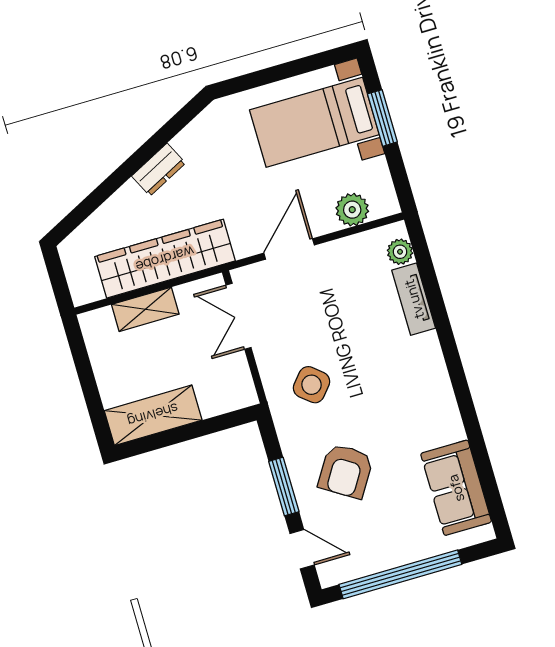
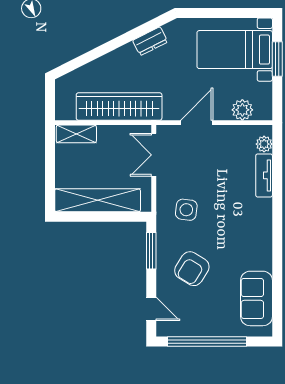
dresser: (159, 170) -> (150, 41), moved
shelving: (145, 309) -> (76, 134), moved
side table: (312, 385) -> (186, 210), turned -33
shelving: (153, 415) -> (98, 200), width x1.47
window: (284, 487) -> (151, 251), moved

